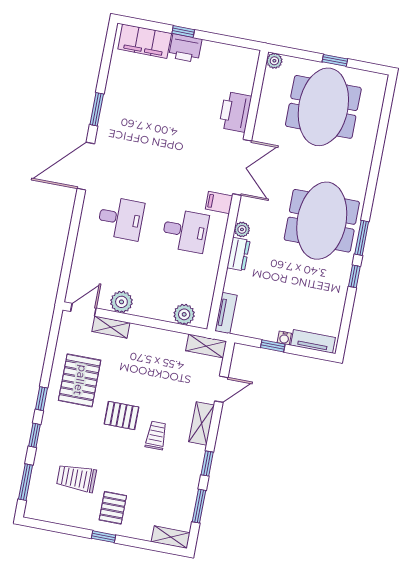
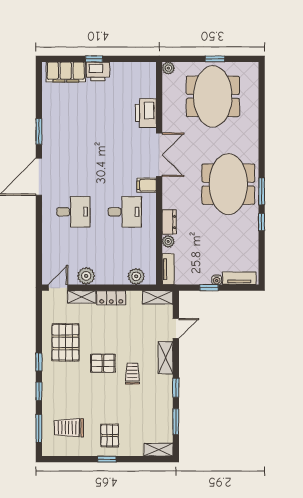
plant: (242, 229) -> (168, 241), moved
locker: (148, 335) -> (111, 298), added
trolley: (76, 478) -> (69, 428), moved

